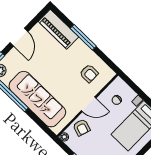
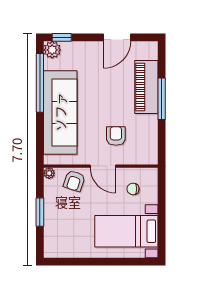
piano: (59, 29) -> (146, 87), moved
door: (19, 37) -> (117, 37), moved
armchair: (89, 73) -> (116, 136), moved, turned 180

